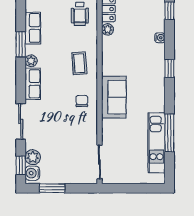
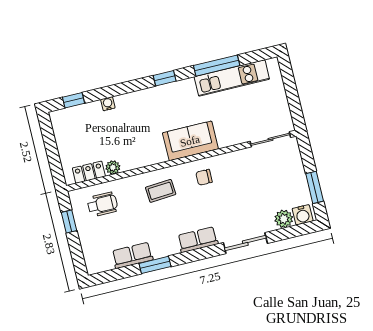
plant: (31, 61) -> (171, 248), removed
window: (169, 68) -> (165, 78), moved
window: (21, 165) -> (297, 231), removed

